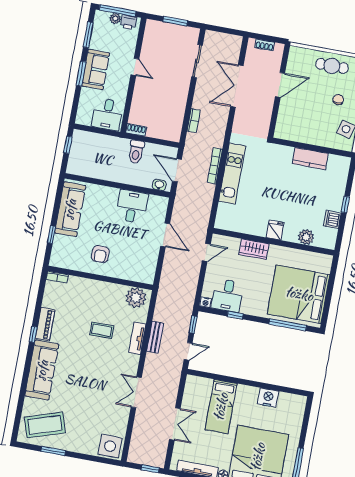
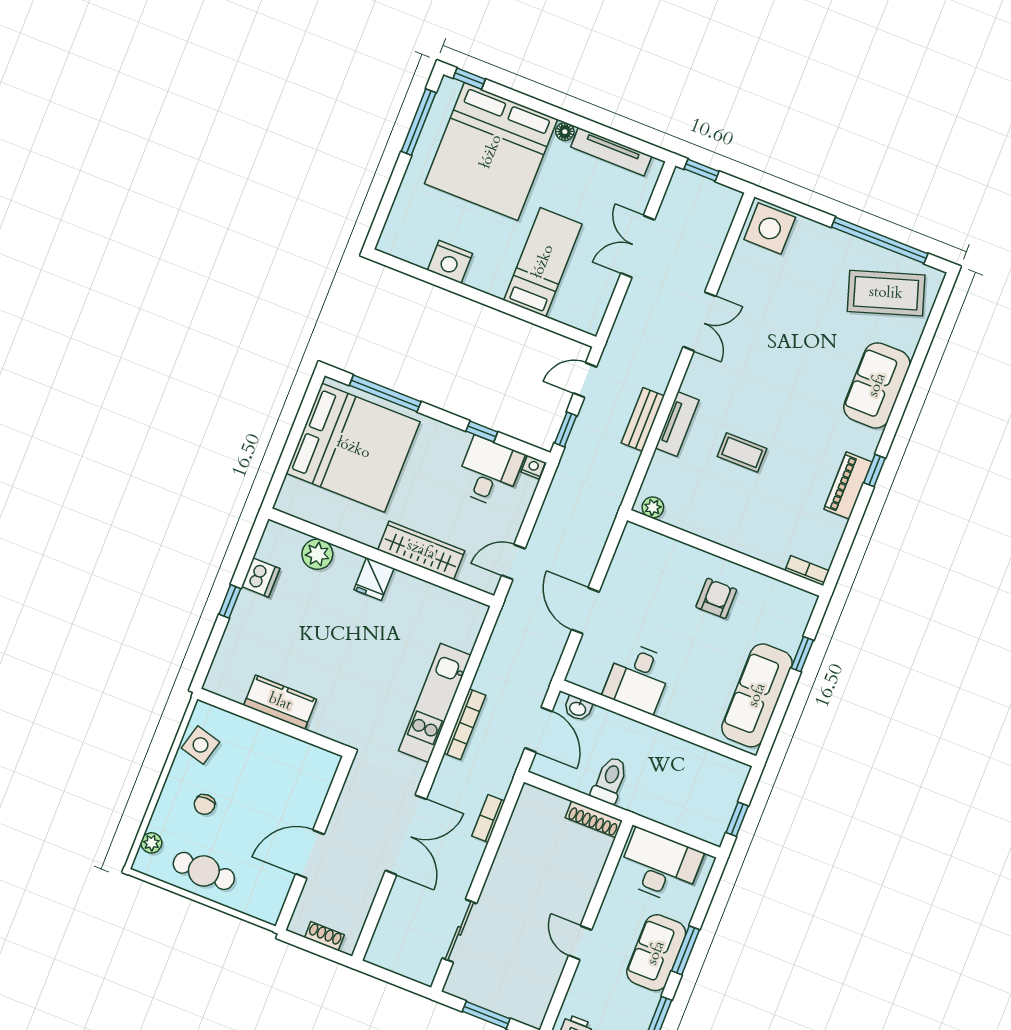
double door: (237, 86) -> (406, 835), moved
desk: (107, 114) -> (660, 866), width x1.37
shoe rack: (136, 130) -> (594, 819), width x1.43
wardrobe: (254, 249) -> (421, 550), width x1.50
plant: (136, 298) -> (653, 507), width x0.53, depth x0.53
sofa: (42, 370) -> (877, 385), width x0.73
window: (53, 451) -> (880, 240), width x2.11

